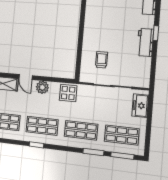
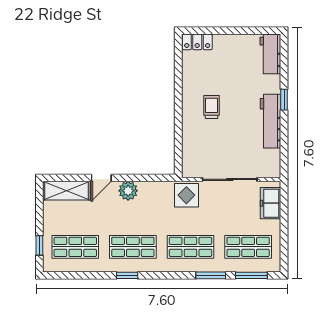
workbench: (145, 42) -> (271, 121), width x1.38
trolley: (102, 60) -> (211, 107), moved
door: (26, 77) -> (101, 178), hinge flipped
display table: (68, 93) -> (186, 195), moved

